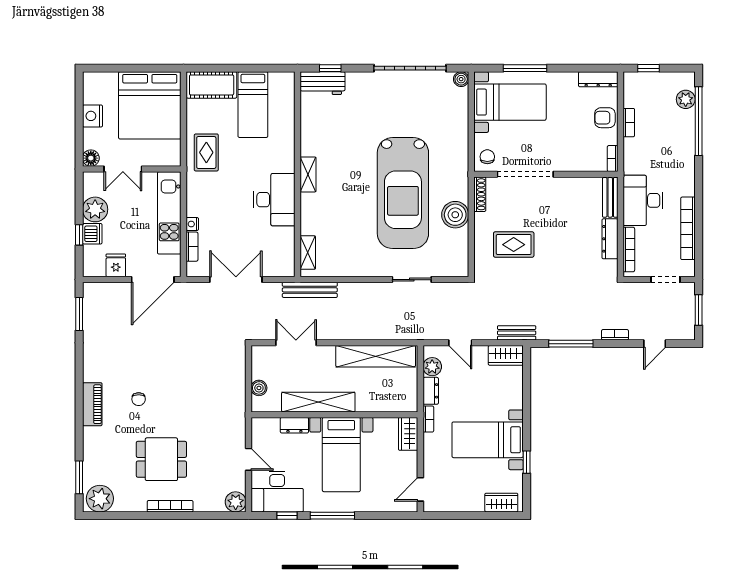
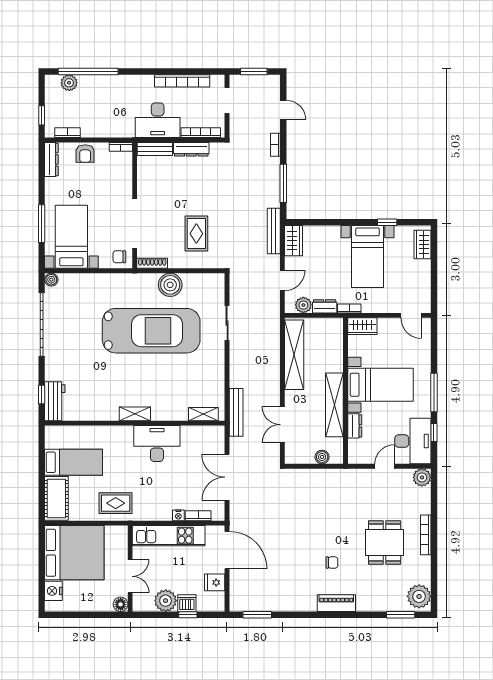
nightstand: (93, 116) -> (53, 591), moved, turned 90
bookcase: (629, 123) -> (68, 133), moved
bench: (517, 333) -> (274, 231), width x1.36

